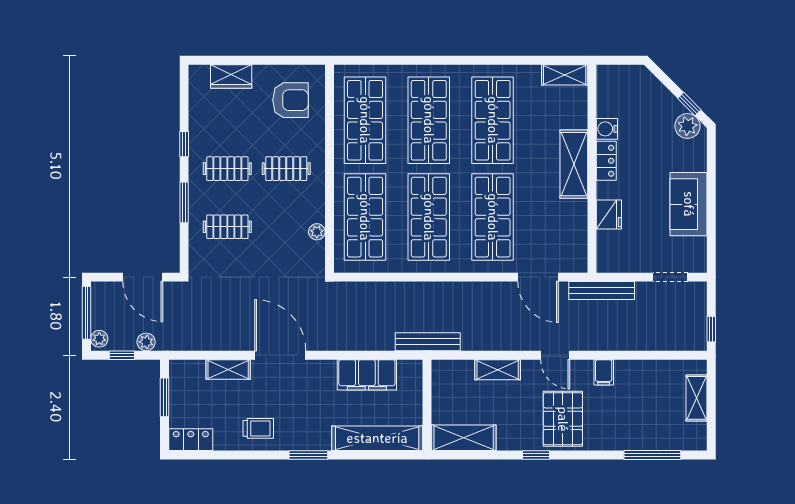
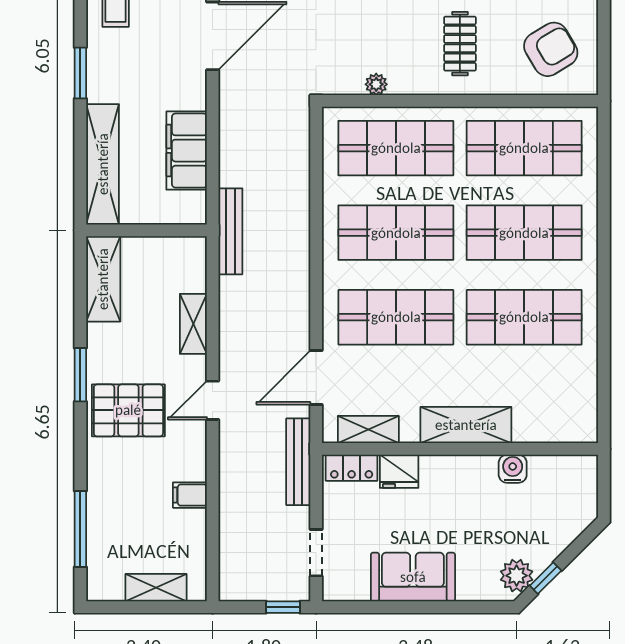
shelving: (565, 75) -> (368, 429), moved, turned 90
armchair: (291, 100) -> (551, 49), turned -121
locker: (606, 161) -> (352, 468), moved
window: (711, 329) -> (283, 607), moved
filing cabinet: (604, 372) -> (190, 495), moved
window: (536, 455) -> (80, 375), width x1.50

